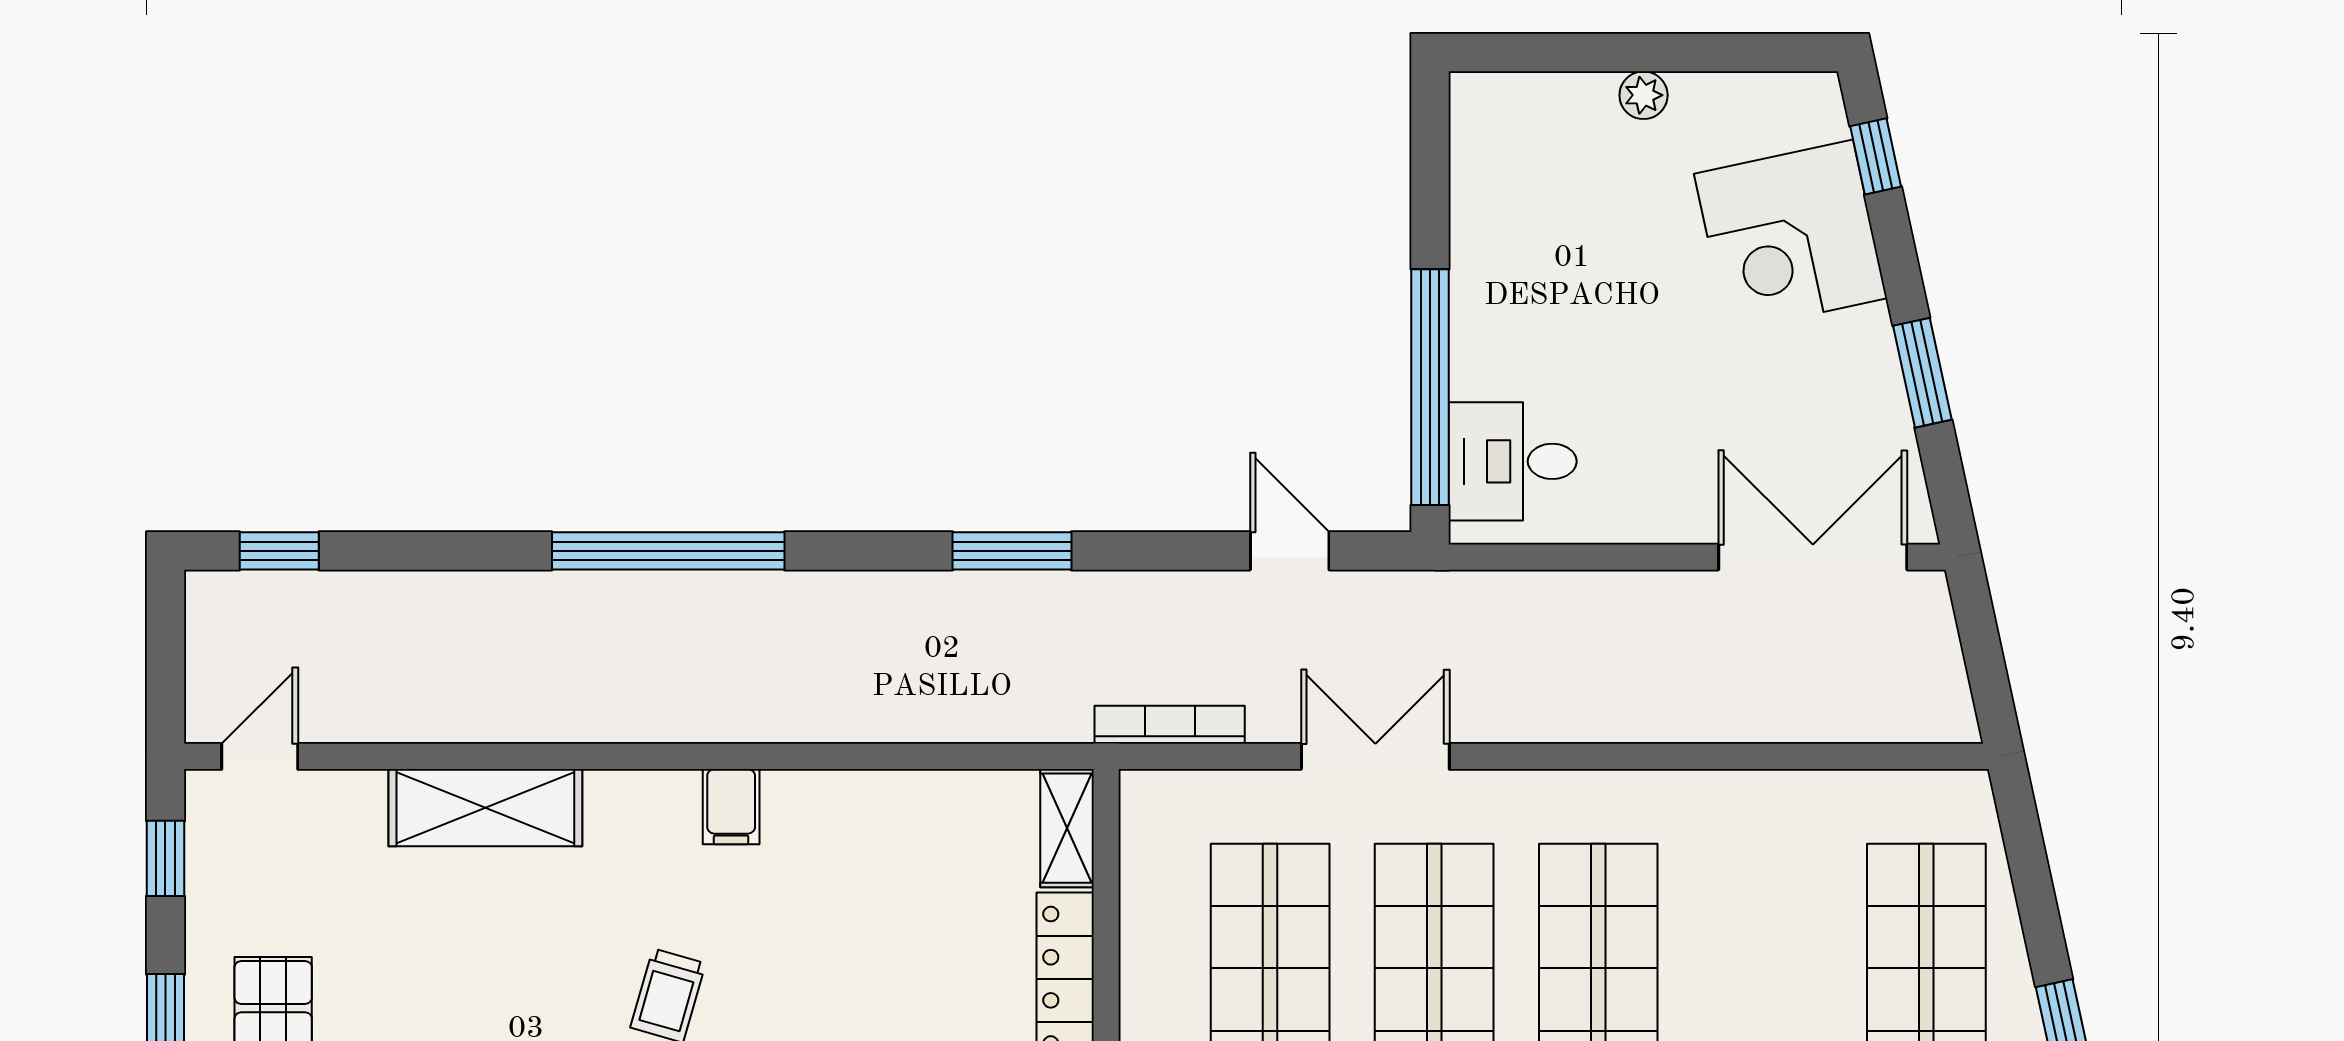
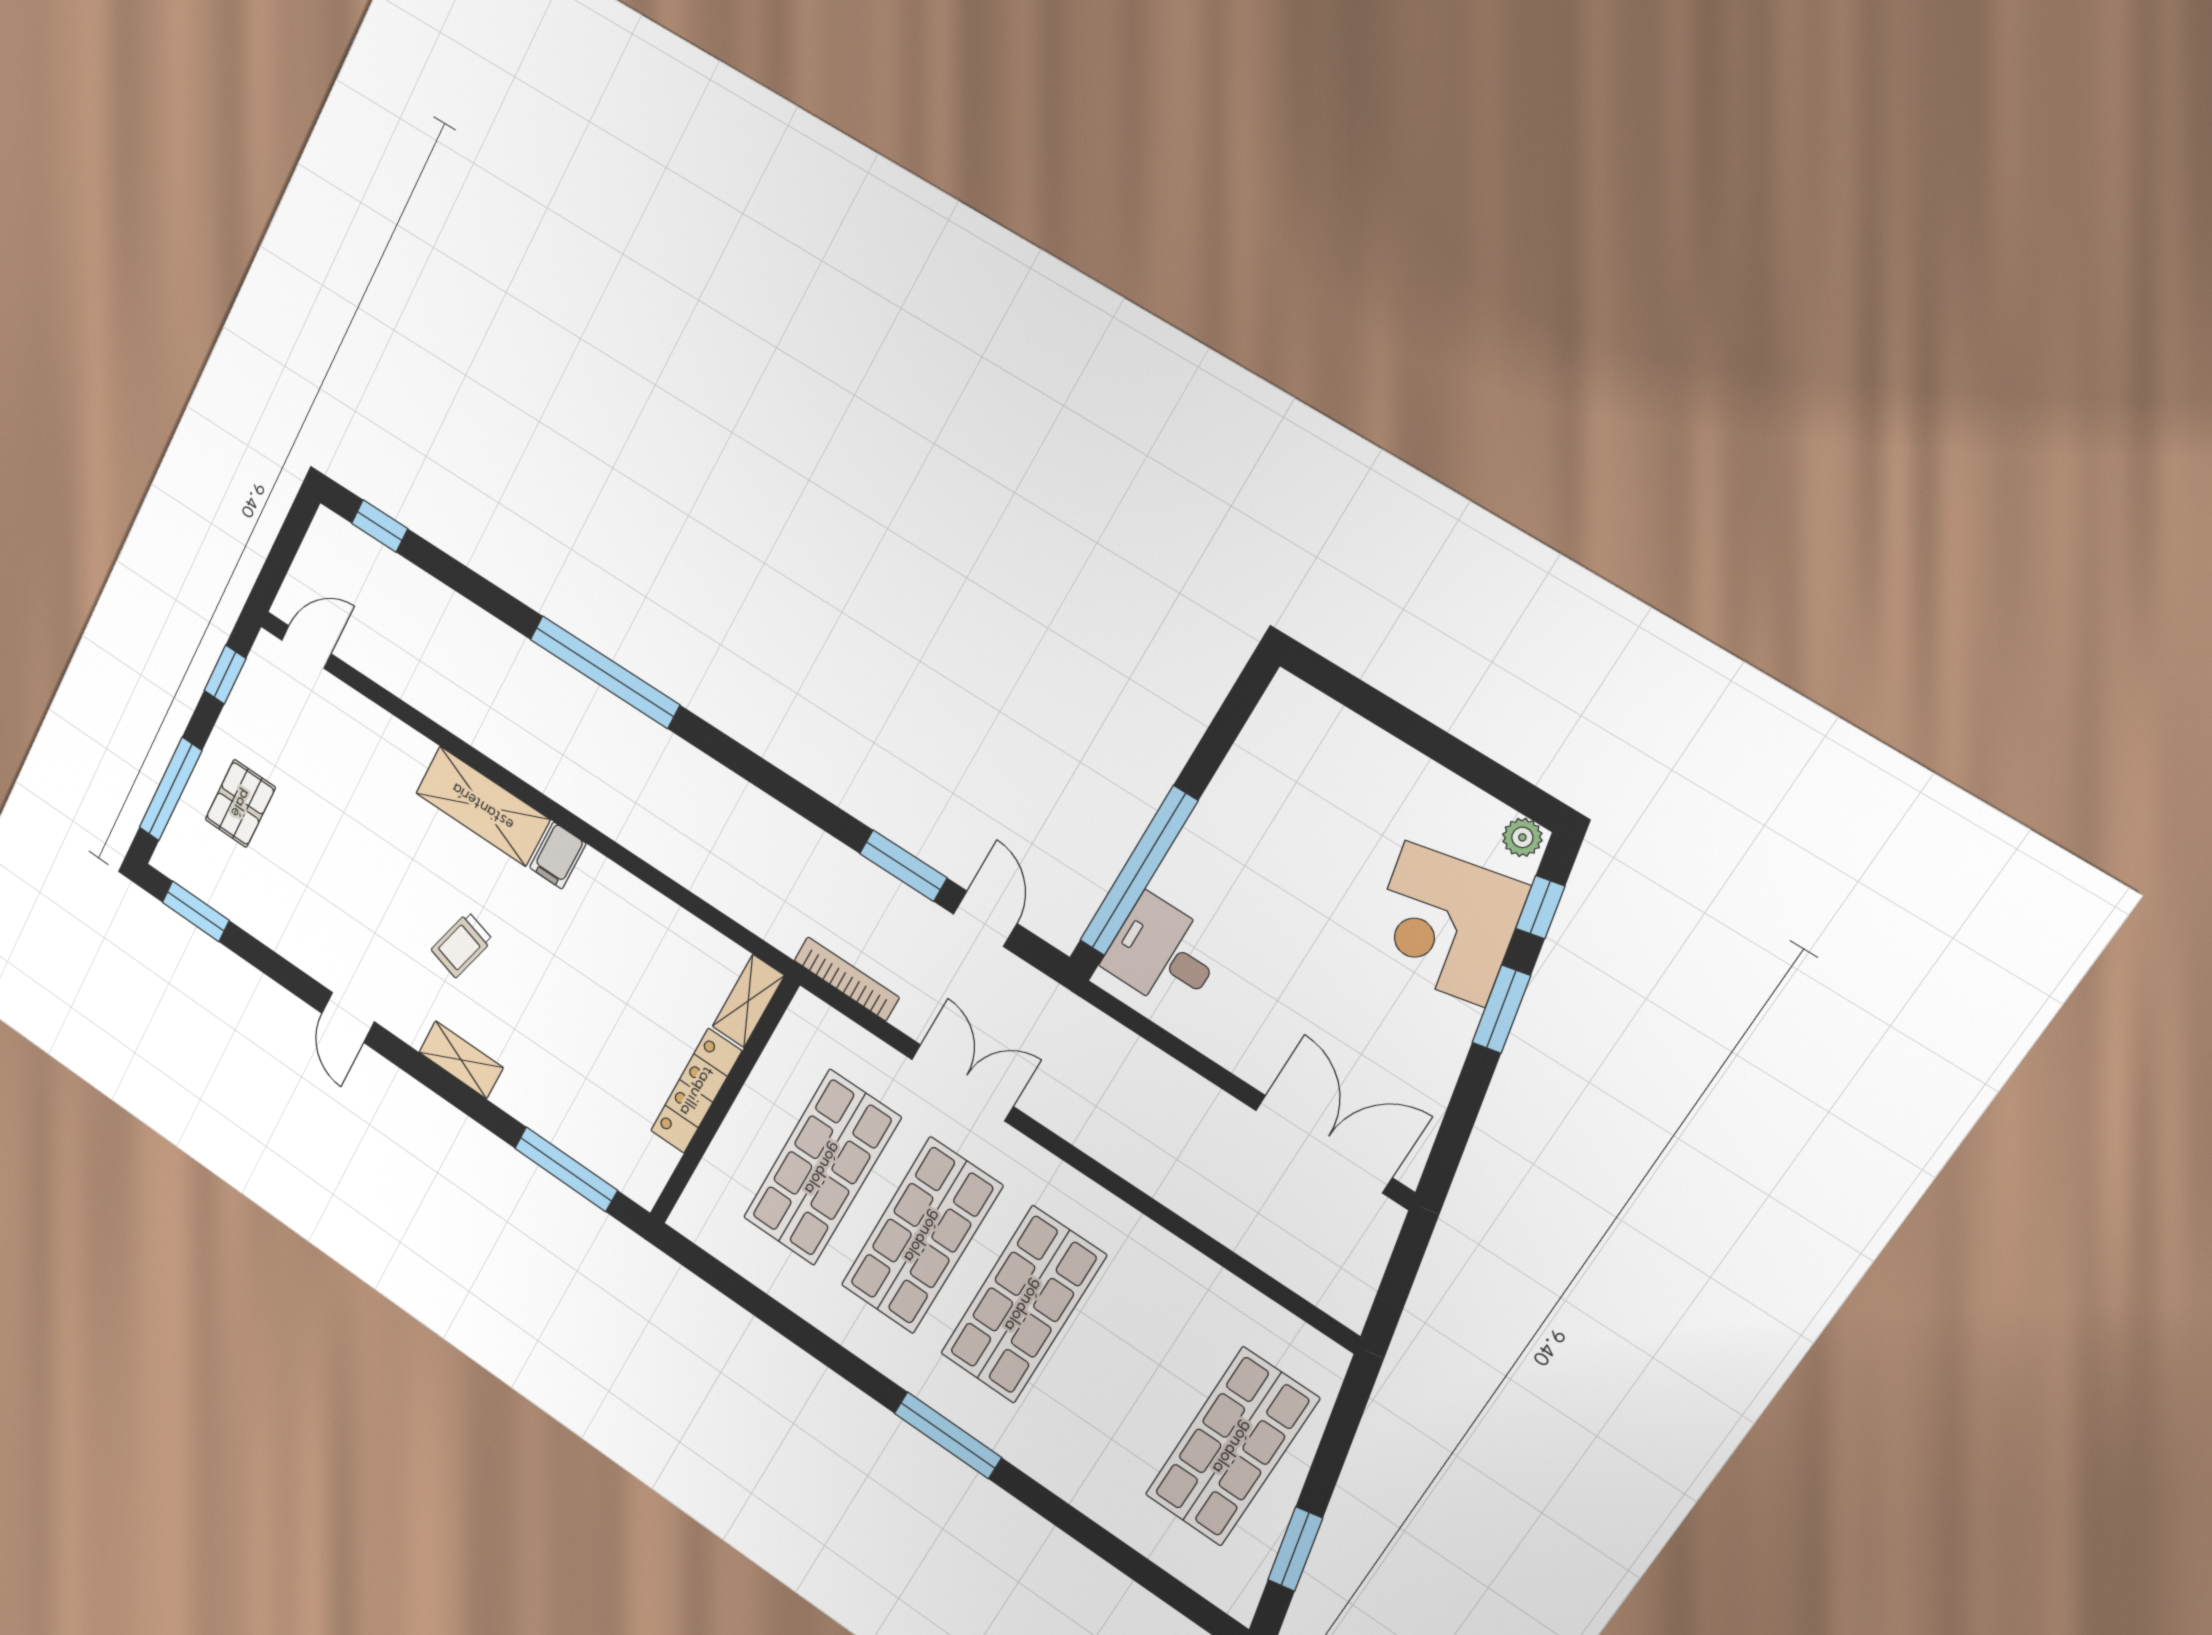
plant: (1644, 95) -> (1522, 837), moved
window: (1922, 373) -> (1501, 1009), moved
window: (1012, 551) -> (903, 866), moved
shelving: (485, 808) -> (483, 806), moved

